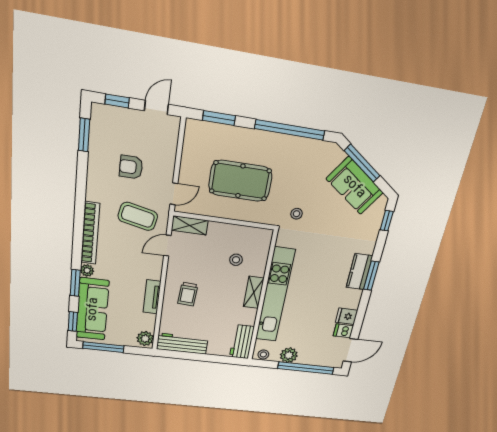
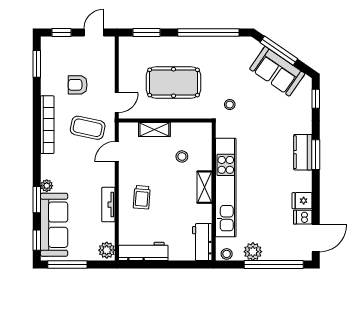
shelving: (190, 225) -> (154, 129), moved
bookcase: (90, 233) -> (47, 125), moved

